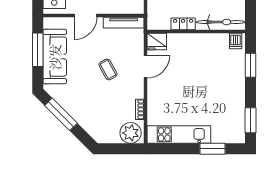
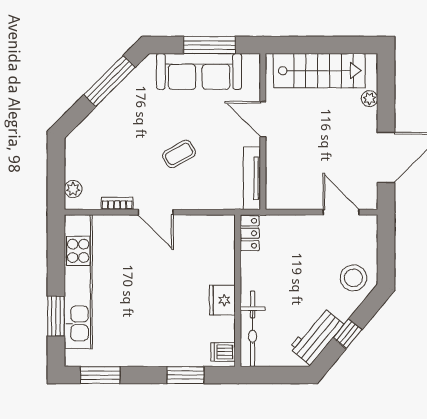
locker: (183, 24) -> (250, 233), moved
fridge: (157, 42) -> (222, 300), moved
door: (145, 67) -> (156, 212), moved
plant: (131, 133) -> (73, 189), width x0.53, depth x0.53
kitchen unit: (179, 134) -> (78, 282), width x1.36

